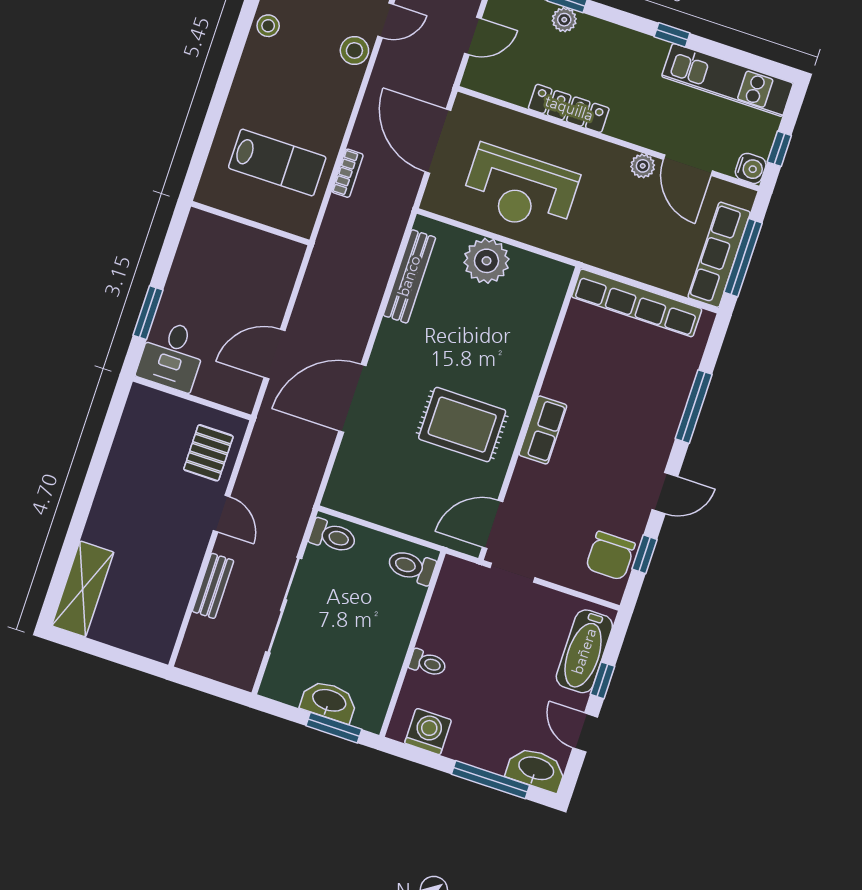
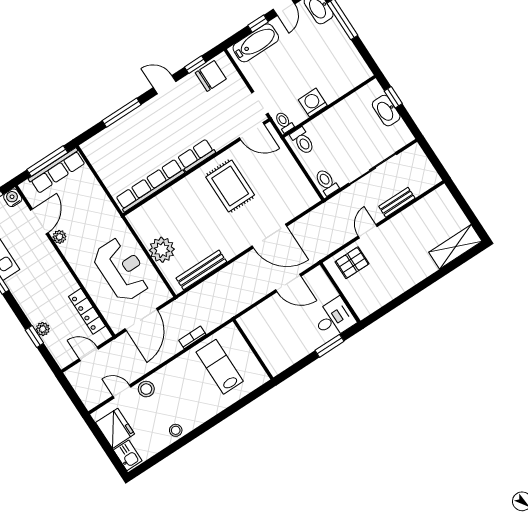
locker: (569, 108) -> (87, 311), moved
row of seats: (637, 303) -> (150, 185), moved, turned -90
toilet: (428, 663) -> (284, 122), moved
window: (334, 728) -> (393, 97), width x0.67
washing machine: (428, 732) -> (313, 103), moved, turned 90

